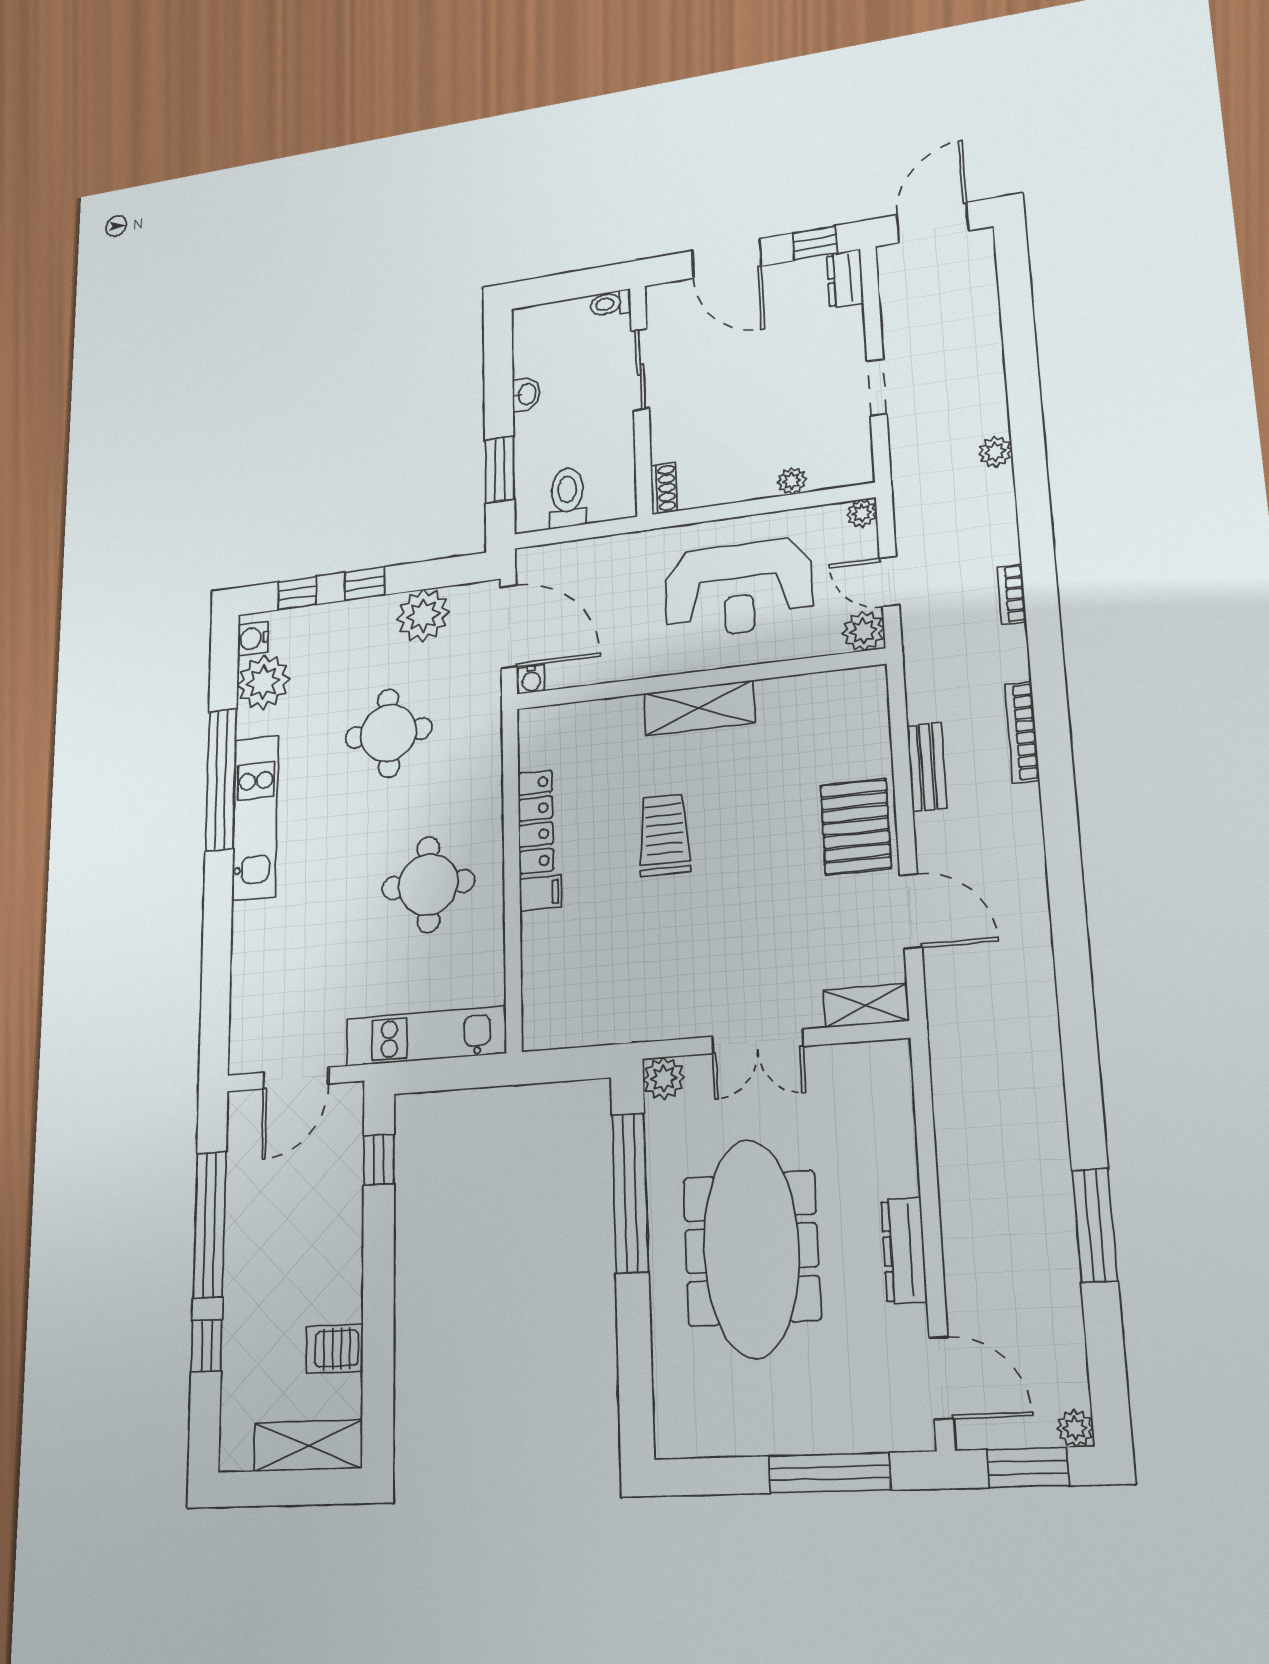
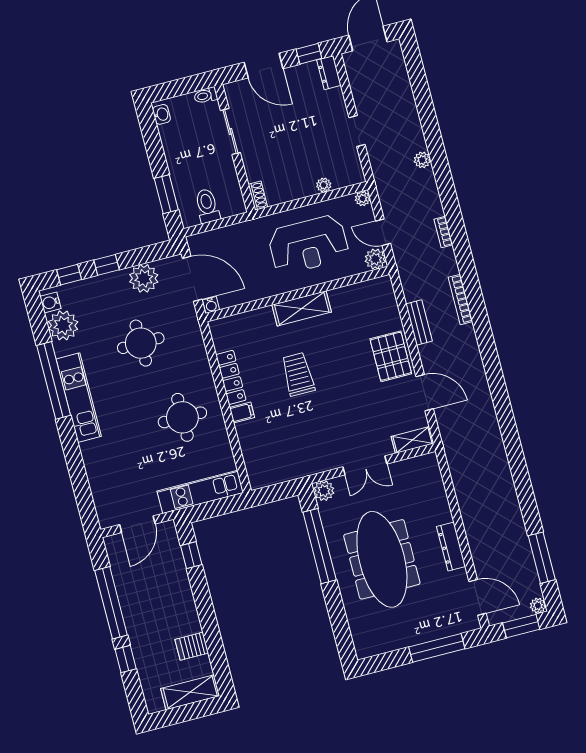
washbasin: (526, 394) -> (161, 114), moved
window: (1095, 1225) -> (542, 558), moved

